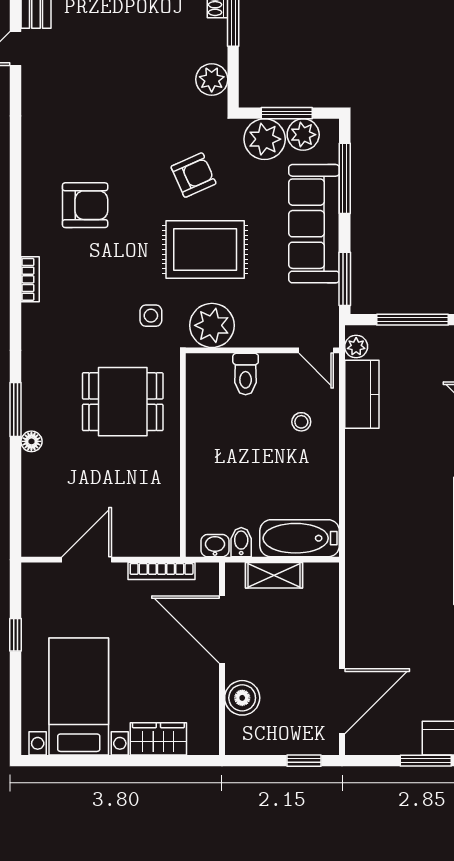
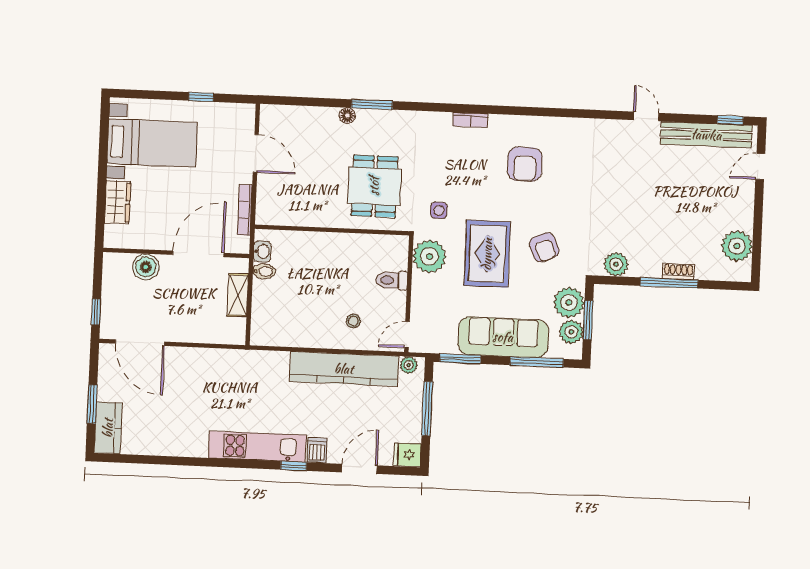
kitchen counter: (362, 394) -> (344, 369), width x2.08, depth x1.17
bathtub: (300, 538) -> (265, 316), removed

